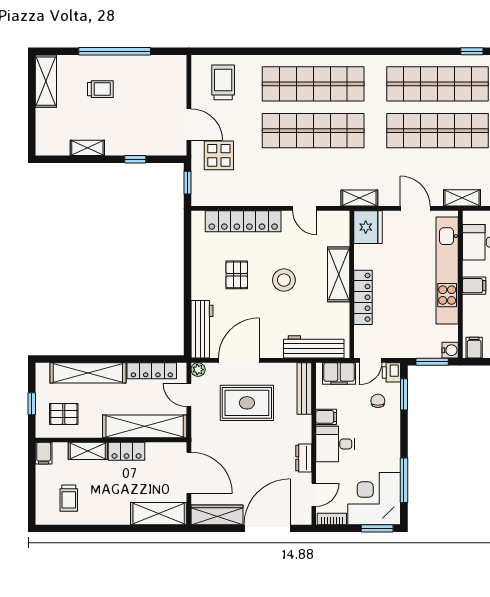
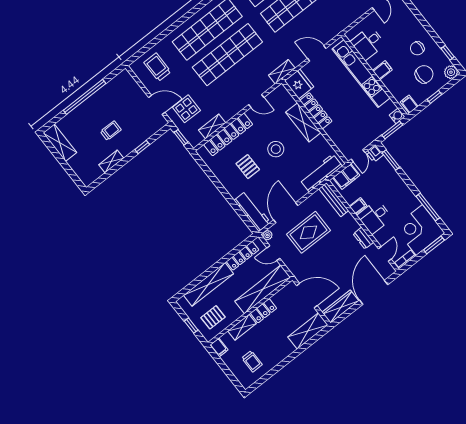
trolley: (100, 89) -> (111, 131), moved
shelving: (462, 198) -> (212, 126), moved
locker: (363, 297) -> (316, 111), moved
chair: (378, 401) -> (379, 175), removed

